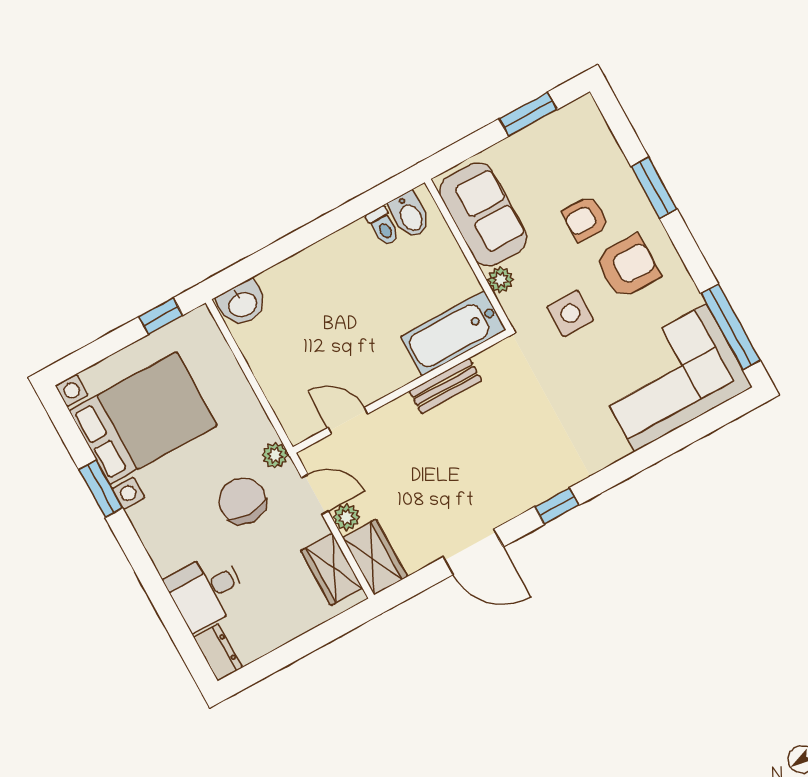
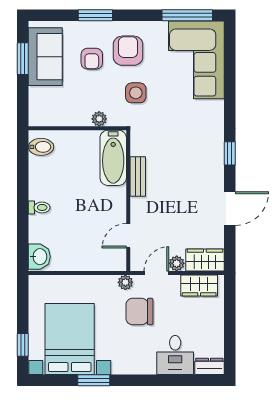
sofa: (483, 214) -> (45, 57), moved, turned 90
toilet: (383, 226) -> (39, 207), moved
window: (161, 316) -> (23, 345), moved

